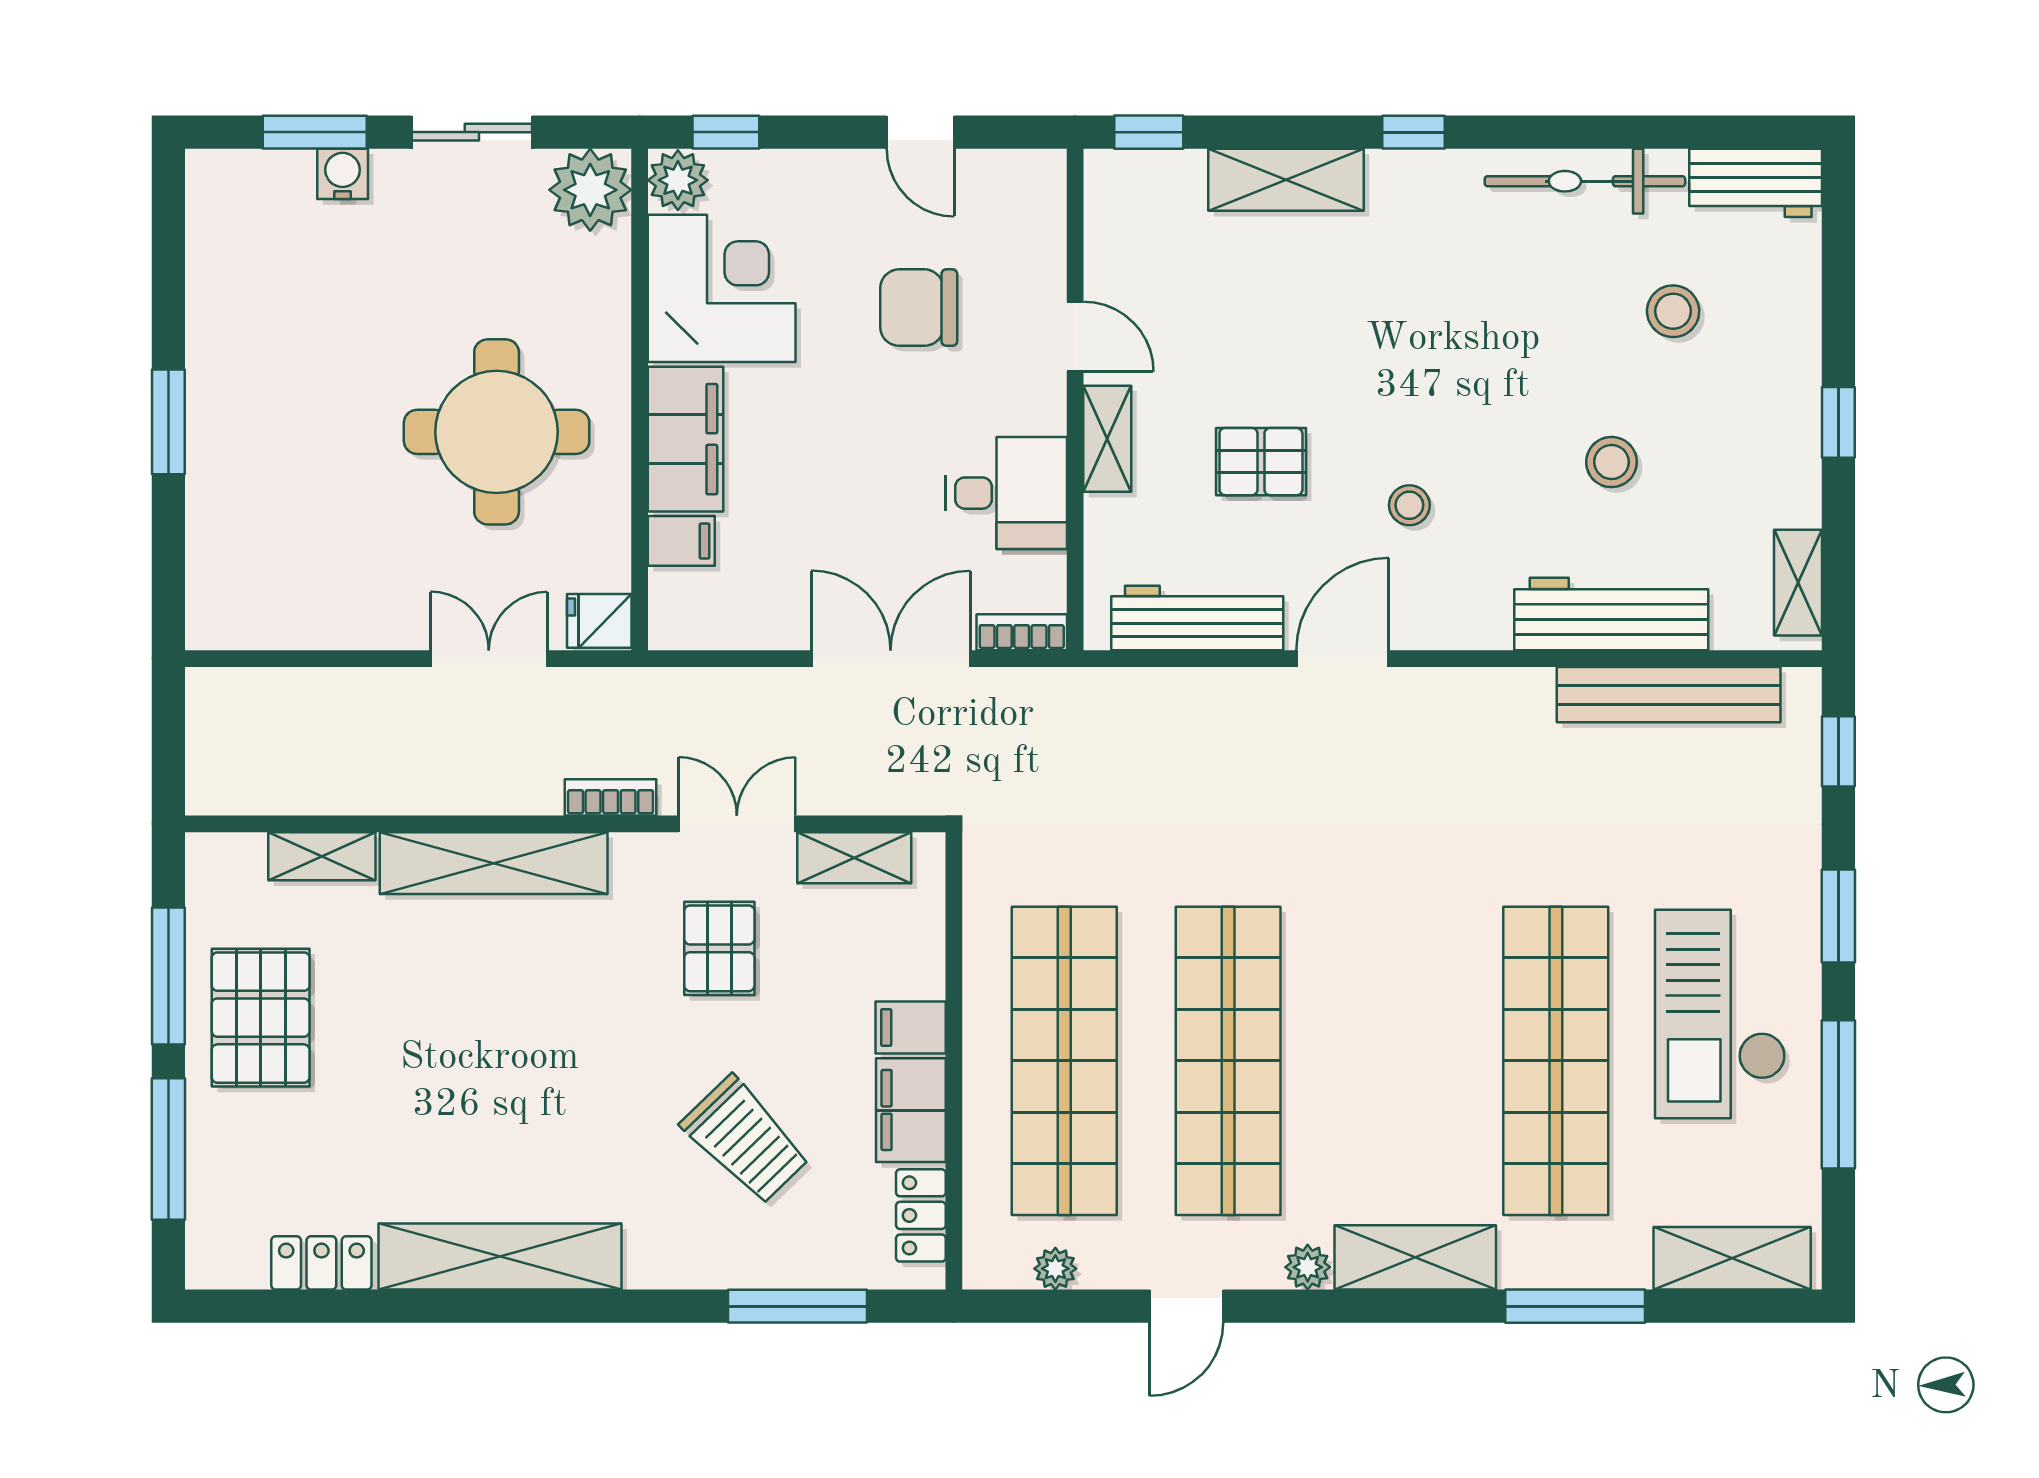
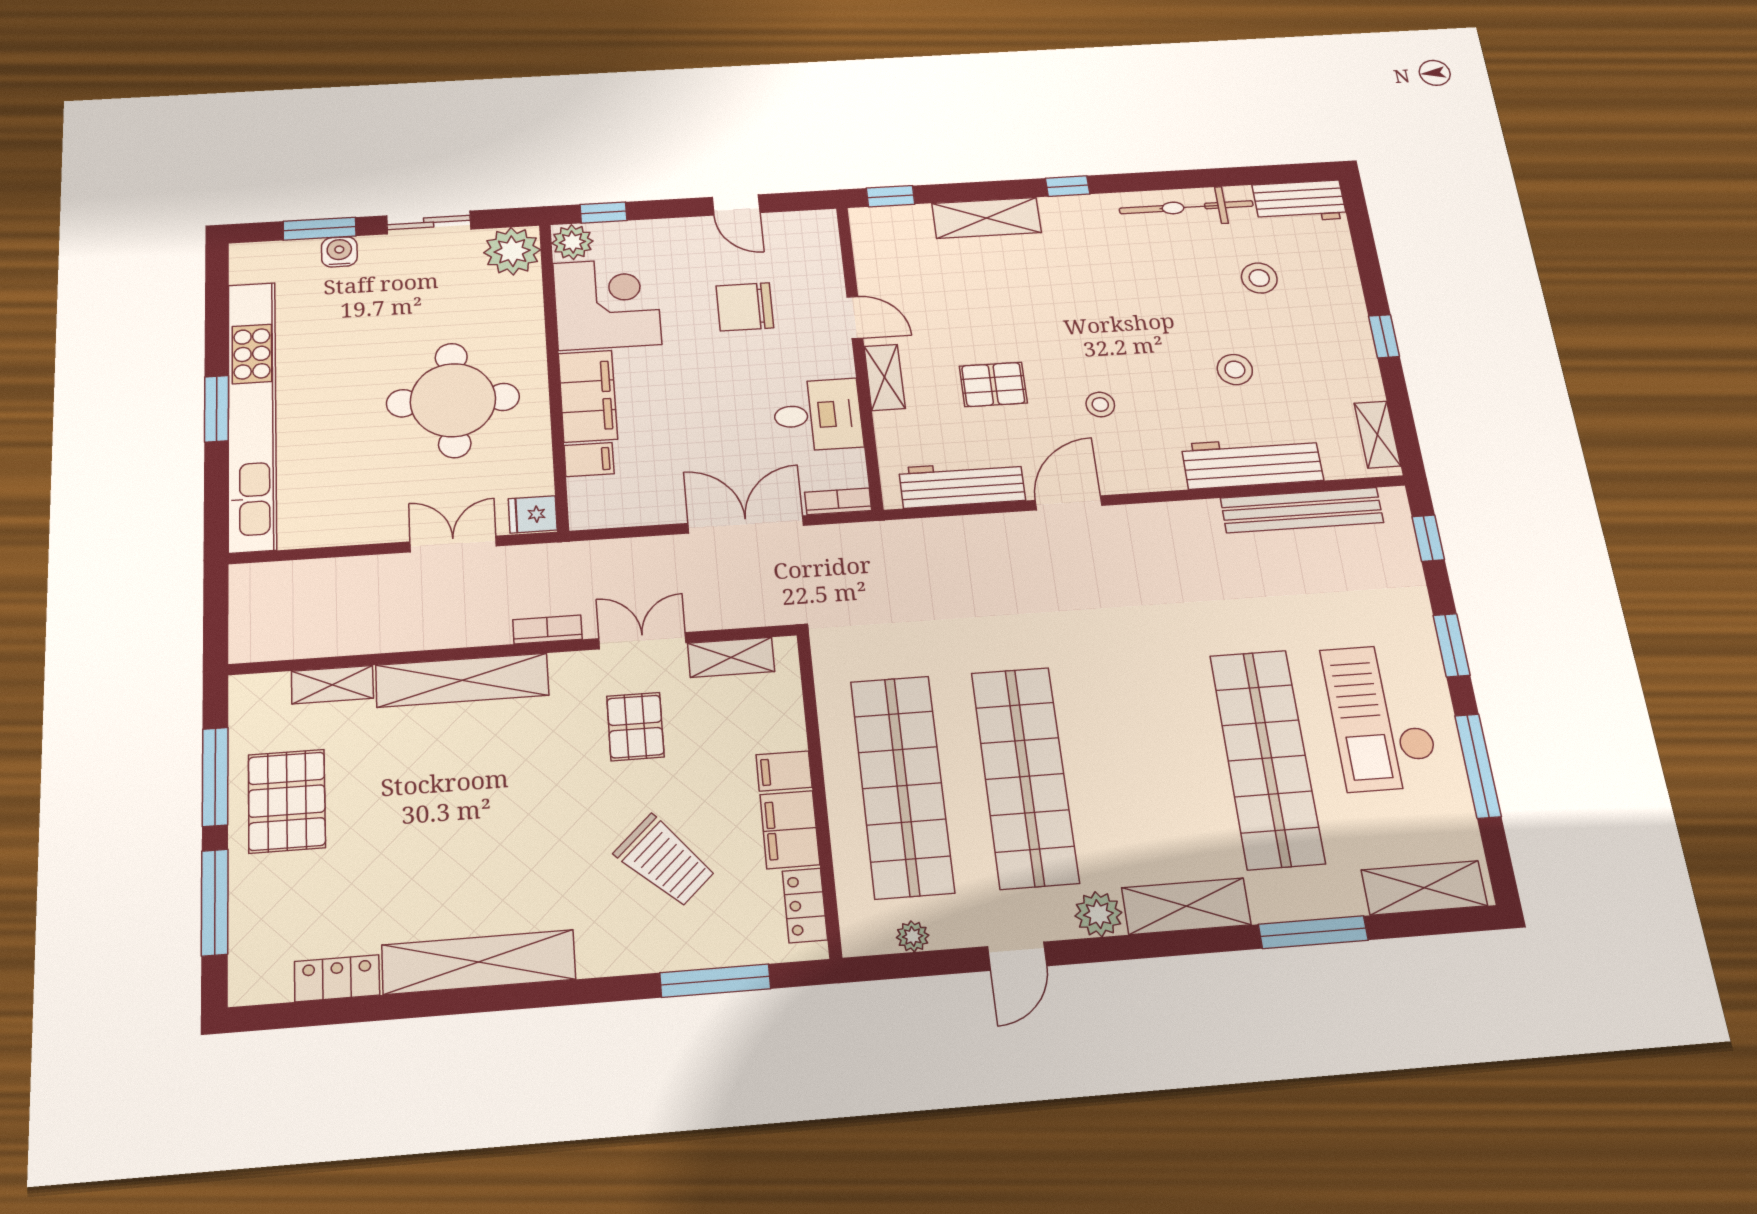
kitchen unit: (218, 435) -> (252, 415), added
plant: (1308, 1267) -> (1098, 914), width x1.38, depth x1.38

